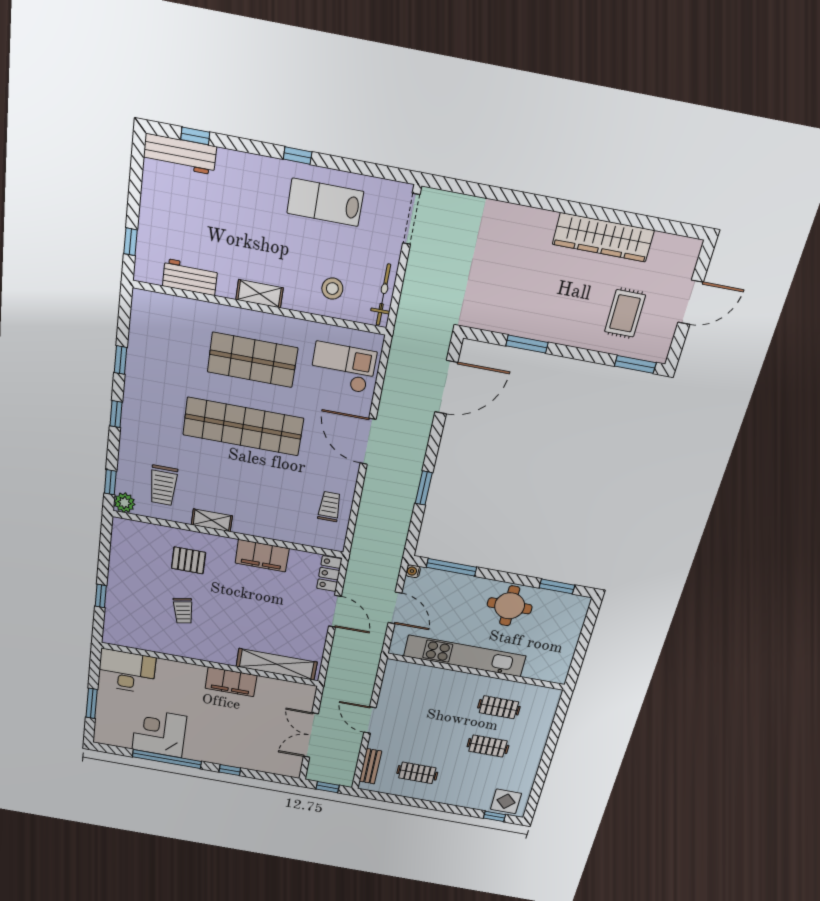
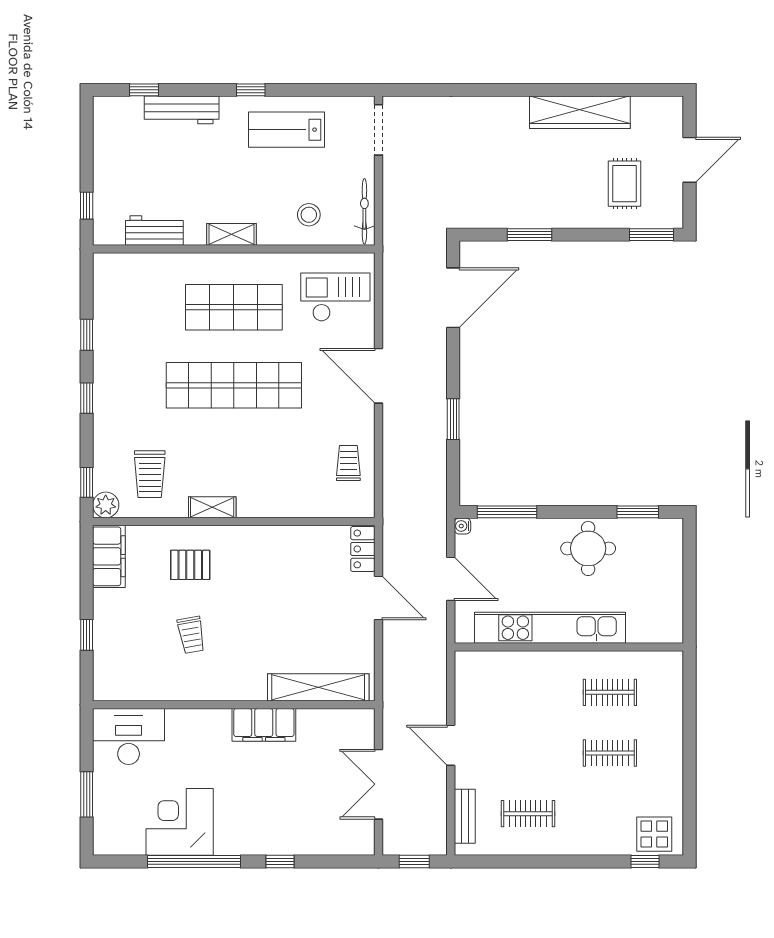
workbench: (180, 154) -> (182, 110), moved
filing cabinet: (262, 556) -> (109, 556), moved, turned -90

